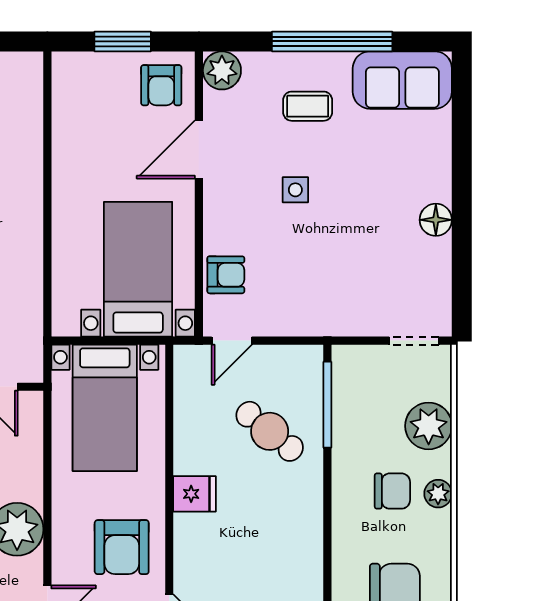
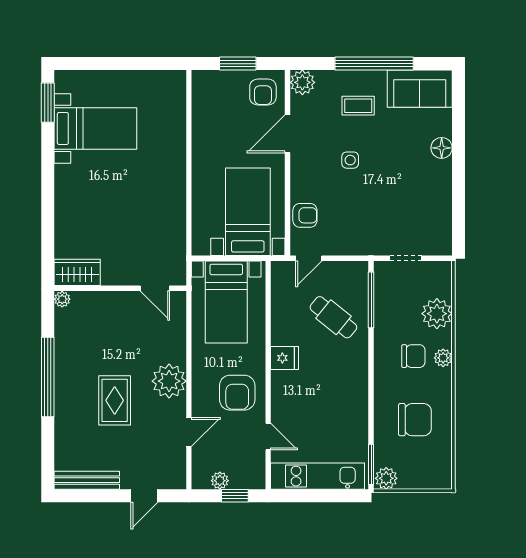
floor lamp: (436, 220) -> (442, 148), moved
doorway: (414, 341) -> (406, 258), moved

